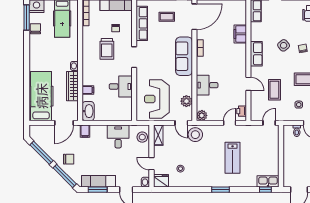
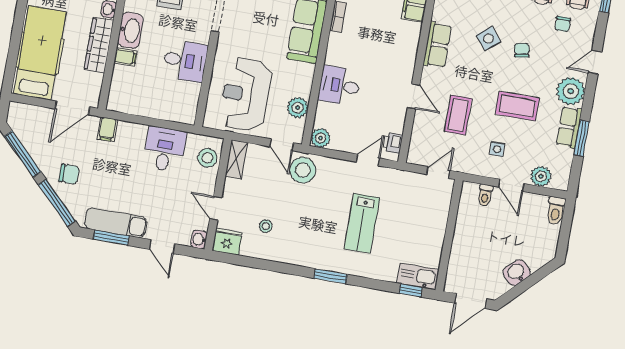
washbasin: (88, 111) -> (130, 30), moved

